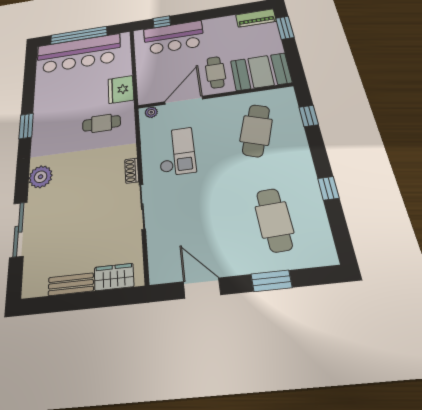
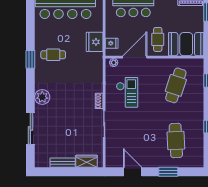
fridge: (146, 87) -> (112, 43), added
cafe table: (102, 123) -> (53, 55), moved

